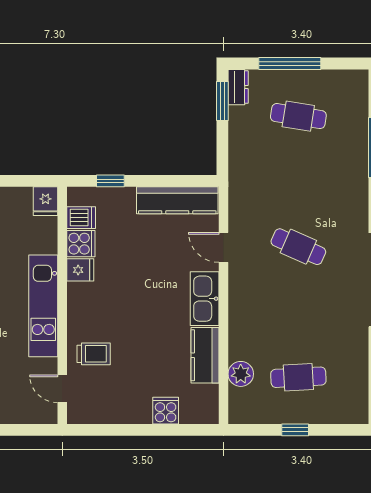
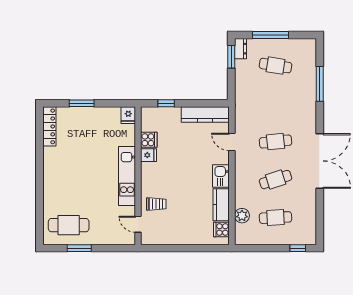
dishwasher: (81, 218) -> (149, 125), removed
cafe table: (298, 247) -> (276, 142), turned -30
kitchen sink: (205, 299) -> (221, 176), width x0.73
cafe table: (298, 312) -> (276, 180), added
cooker: (166, 411) -> (221, 229), moved, turned -90
window: (295, 430) -> (298, 248), moved

